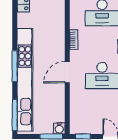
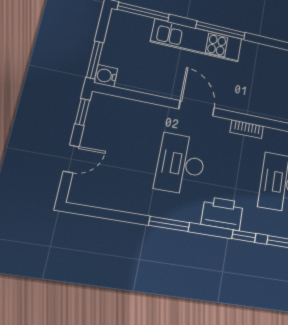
kitchen unit: (25, 80) -> (197, 40), width x0.54

